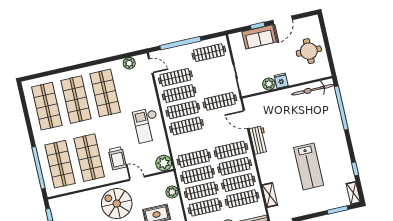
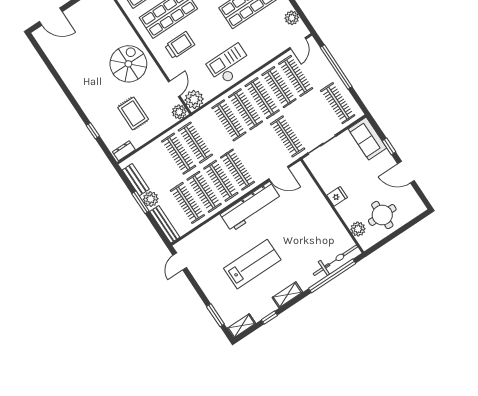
sofa: (259, 37) -> (367, 139), moved
plant: (269, 84) -> (358, 229), moved
bicycle: (313, 90) -> (335, 260), moved, turned 90
door: (246, 119) -> (279, 173), swing flipped
workbench: (259, 140) -> (251, 207), width x1.88, depth x1.32
trolley: (117, 158) -> (180, 45), turned 180
clothes rail: (194, 158) -> (229, 120), moved
lab bench: (309, 166) -> (252, 264), turned 180
door: (137, 178) -> (174, 89), moved
plant: (172, 192) -> (179, 112), moved
shelving: (270, 195) -> (287, 295), moved
clothes rail: (205, 207) -> (162, 165), removed

